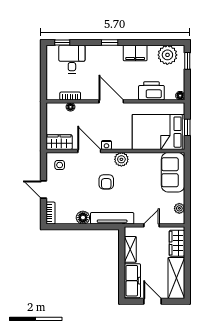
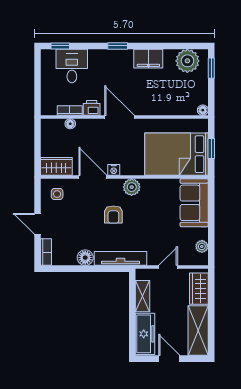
printer: (151, 91) -> (92, 108), moved, width x0.53, depth x0.68

